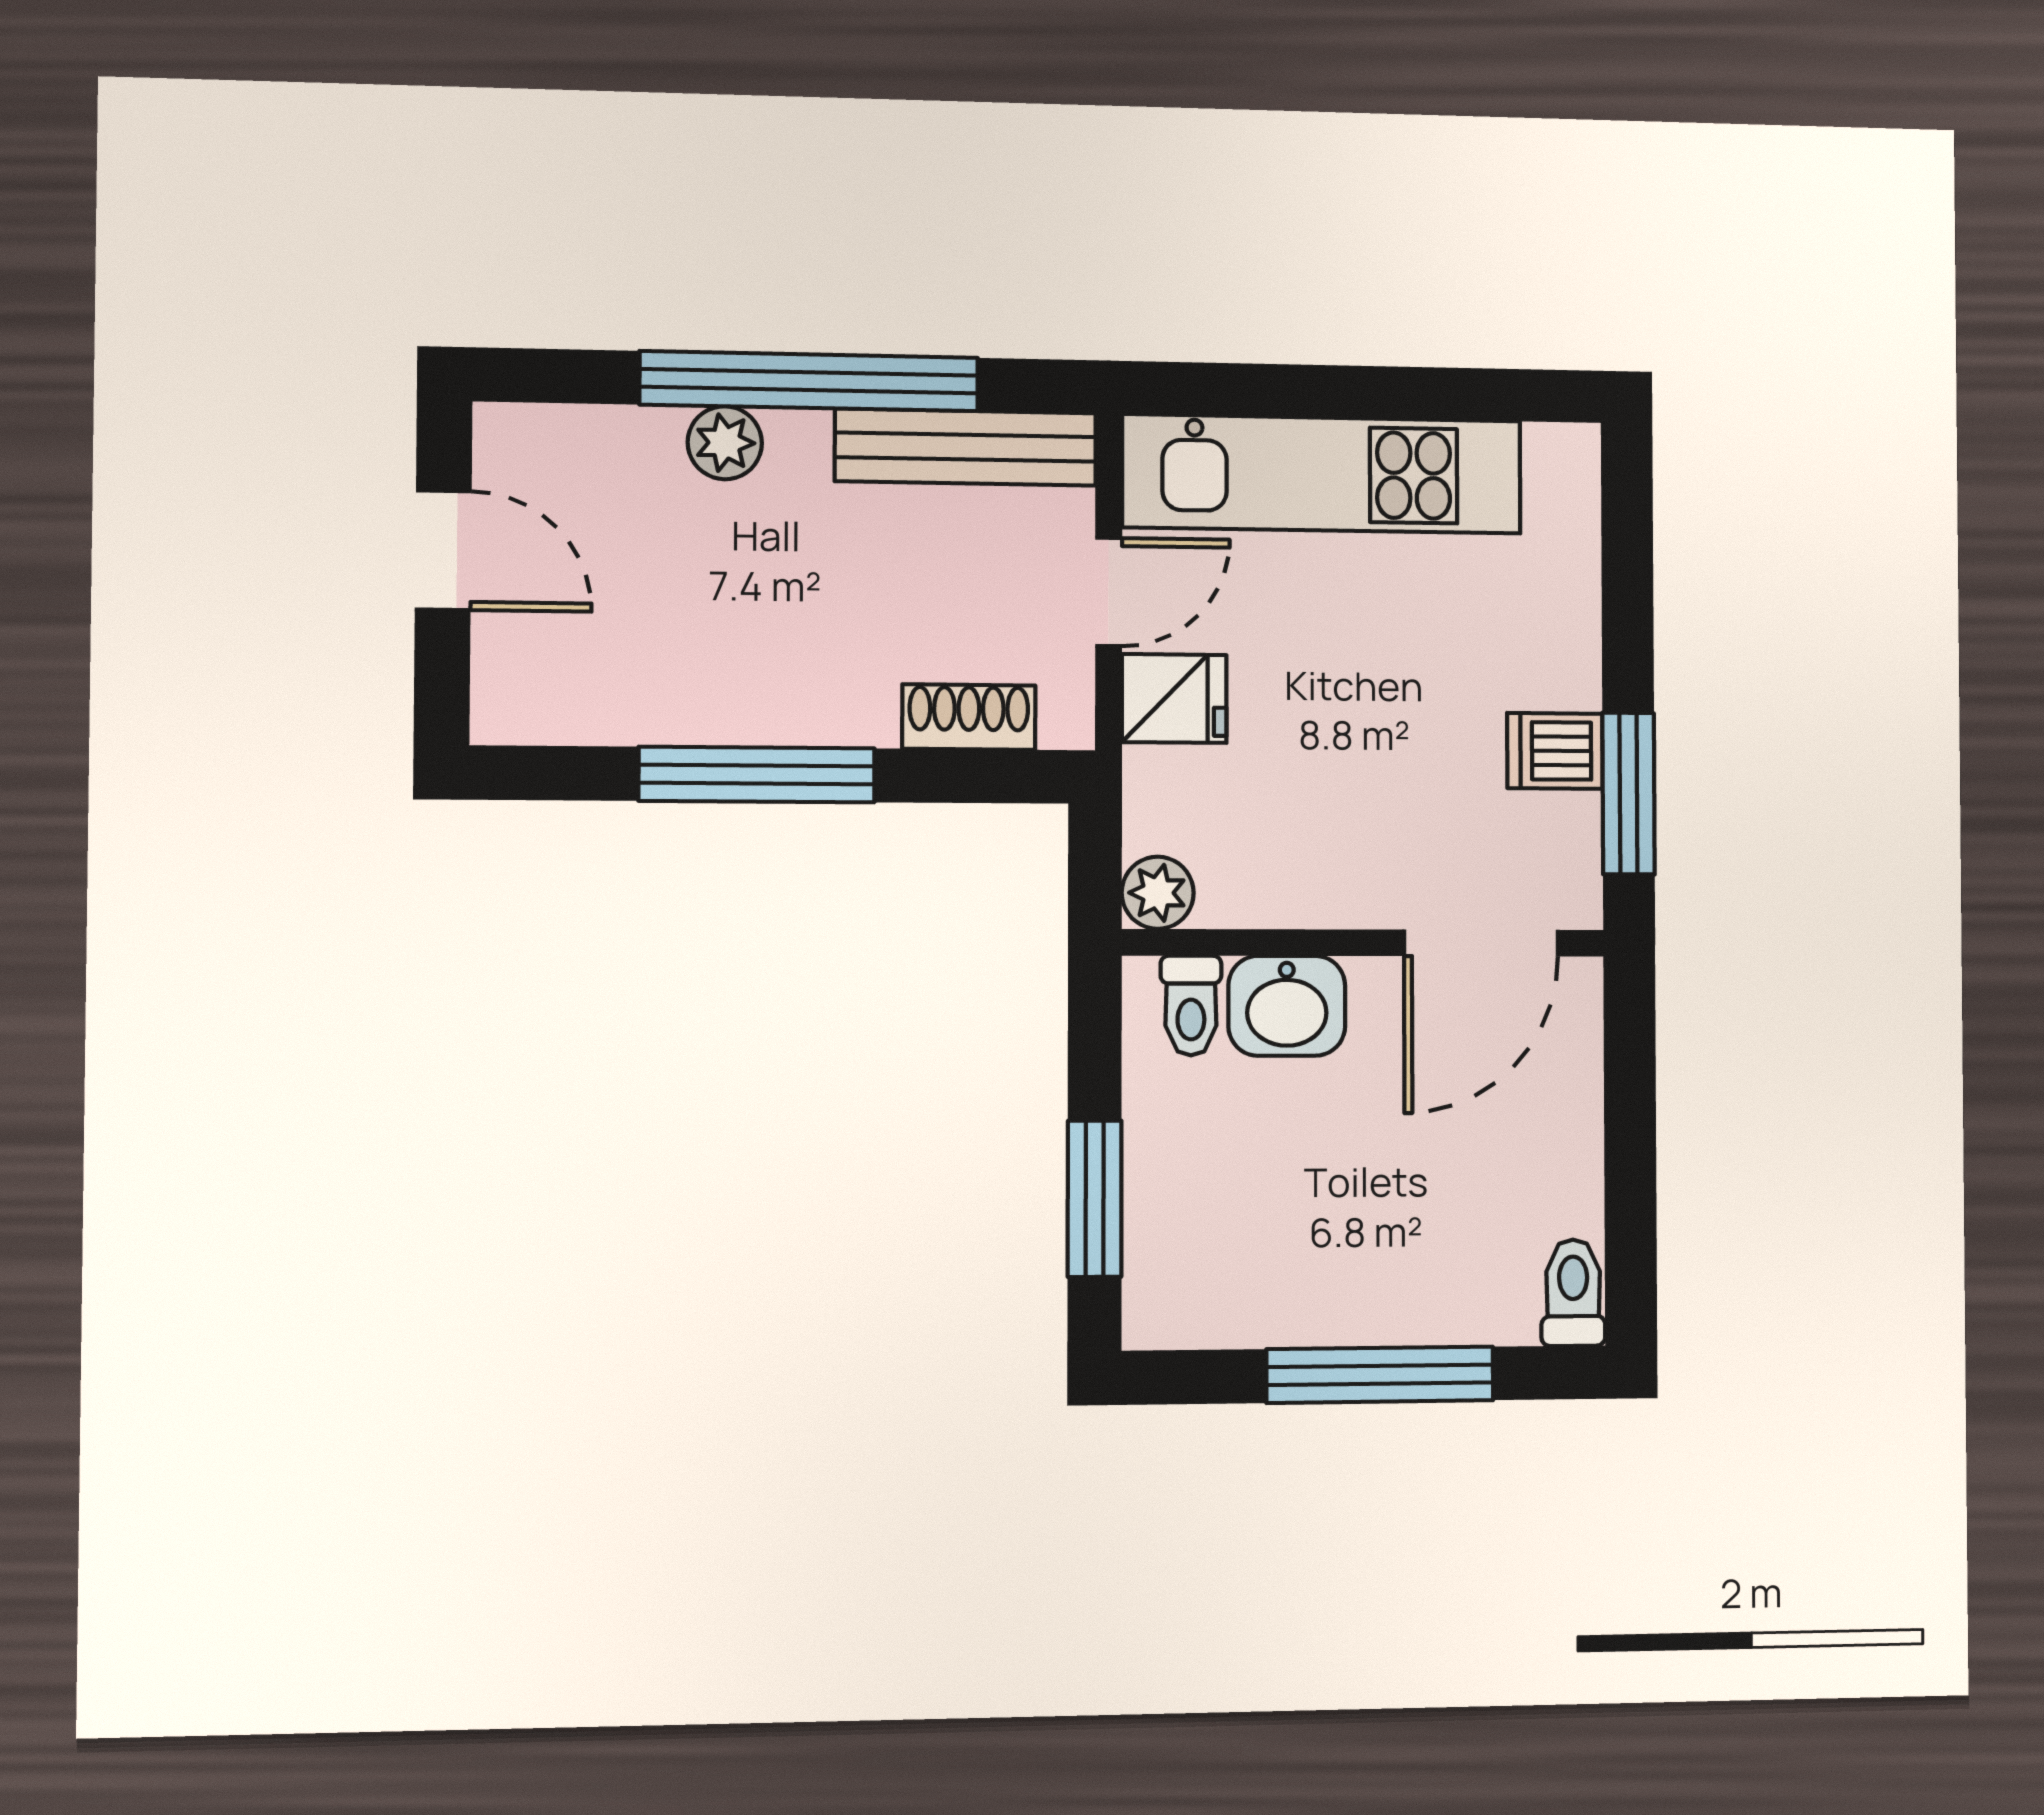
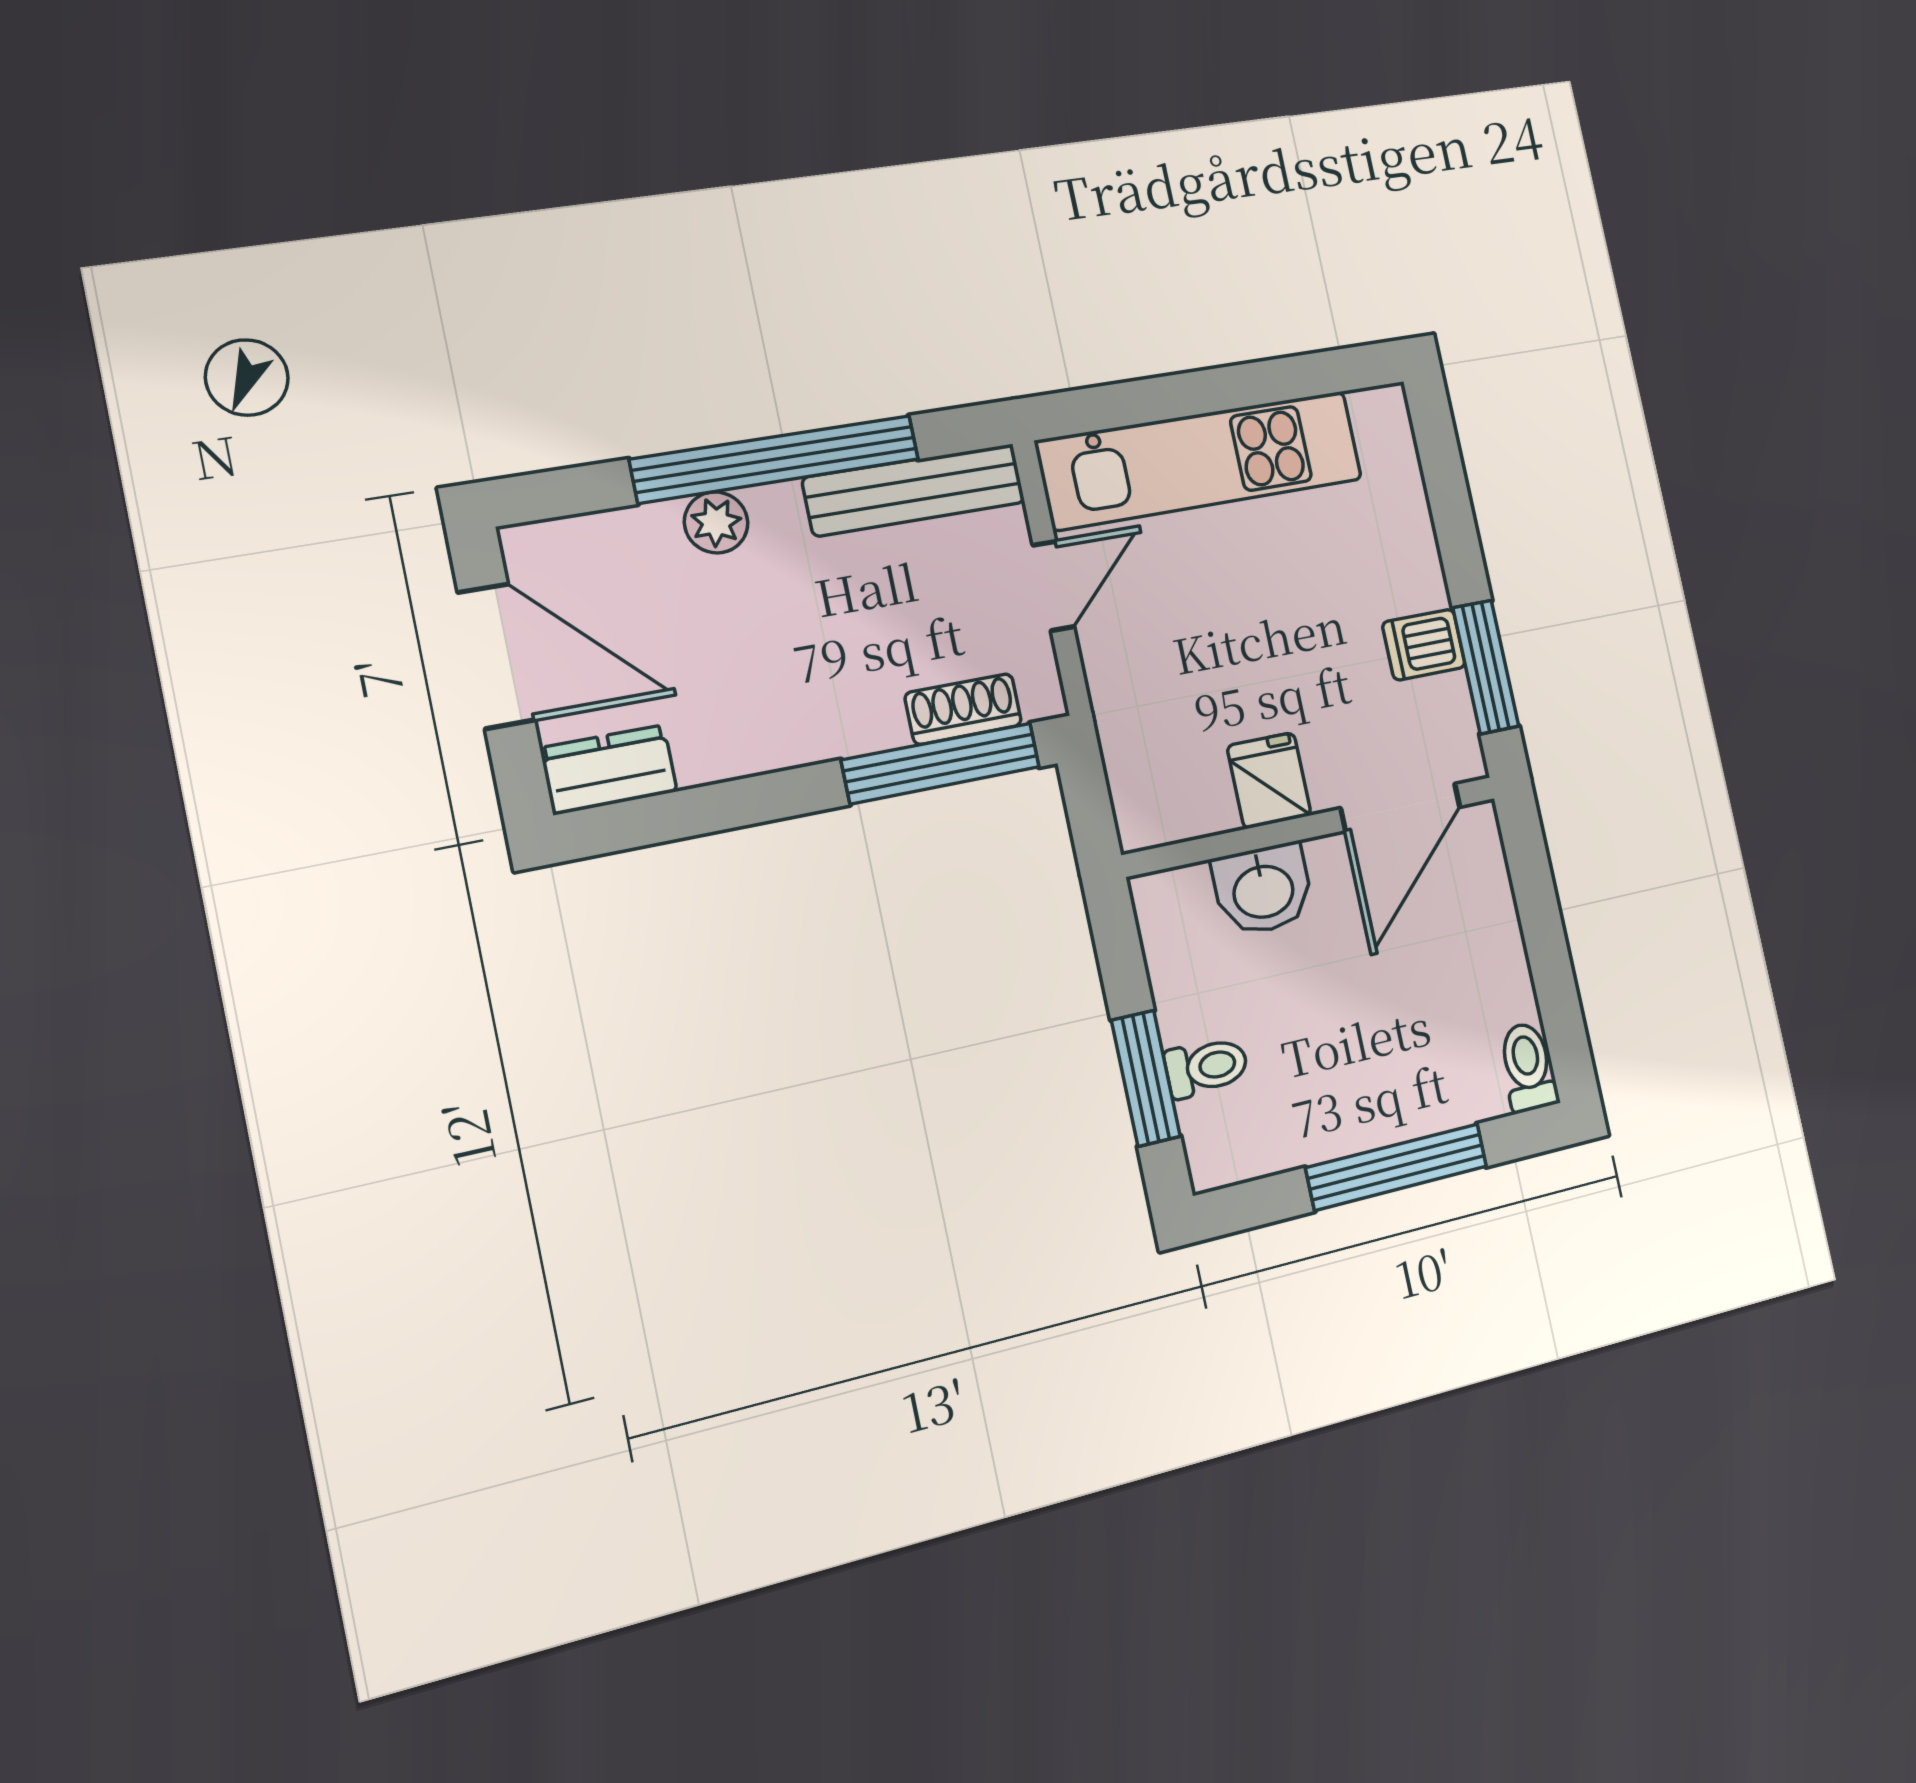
door: (443, 550) -> (496, 656), width x1.38
fridge: (1174, 699) -> (1269, 781), moved, turned -90
dresser: (543, 705) -> (609, 770), added
window: (757, 775) -> (941, 763), moved
plant: (1158, 893) -> (1143, 820), removed
toilet: (1191, 1006) -> (1207, 1067), moved, turned -90

